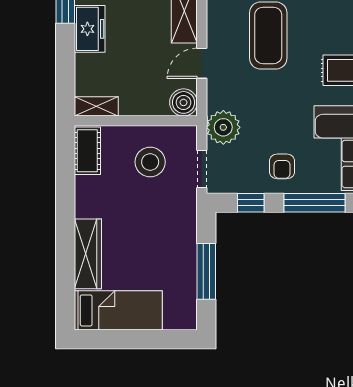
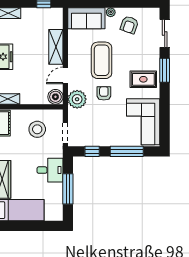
plant: (223, 127) -> (77, 99), moved
armchair: (282, 166) -> (104, 93), moved, turned 180
desk: (174, 237) -> (50, 170), added

